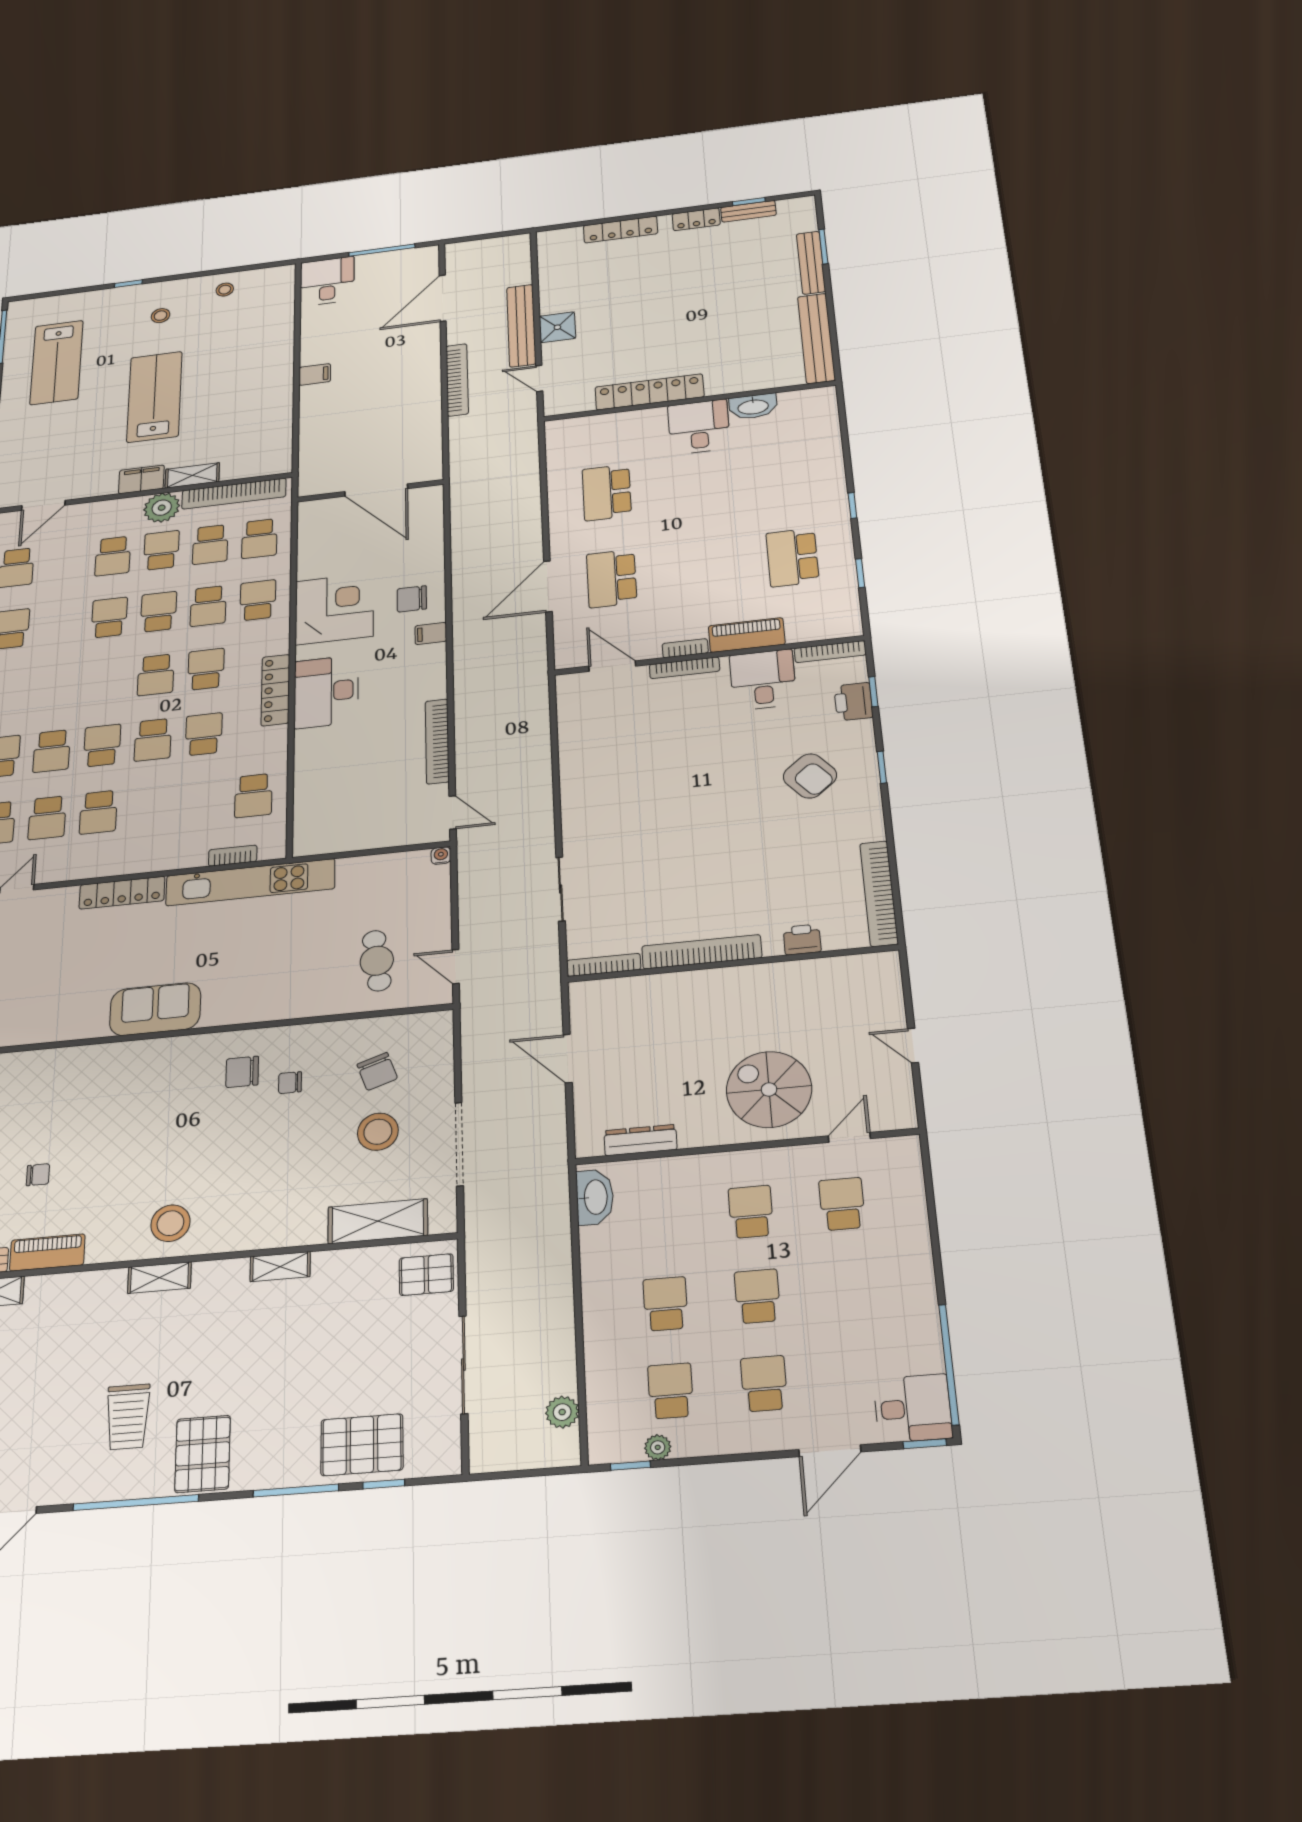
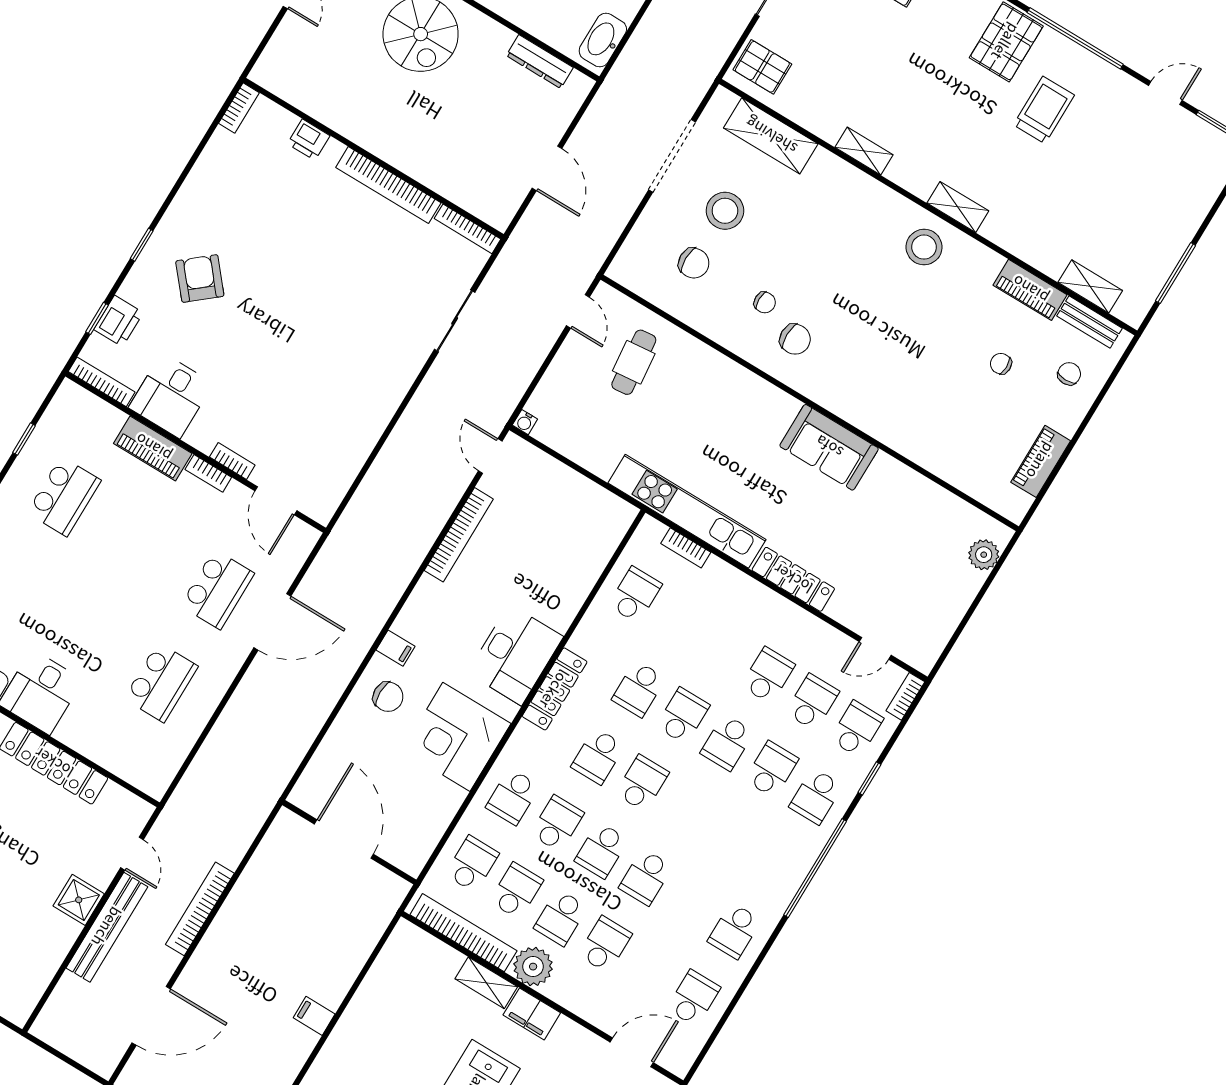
bookcase: (684, 668) -> (232, 461), width x0.64
bookcase: (879, 893) -> (239, 108), width x0.43, depth x0.76
chair: (377, 1071) -> (694, 263), turned 109

